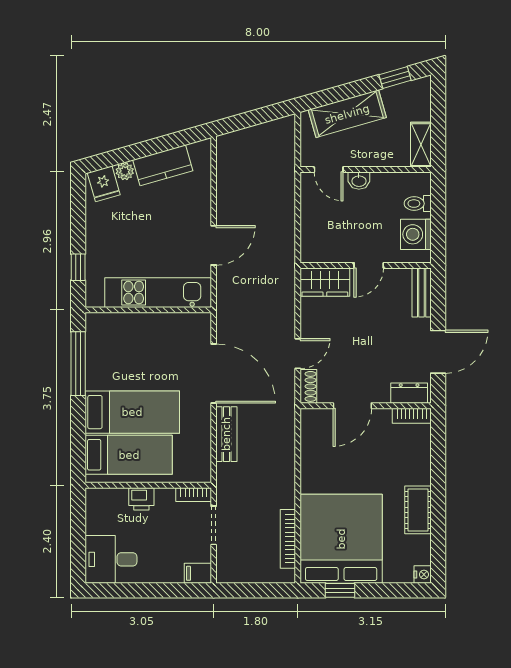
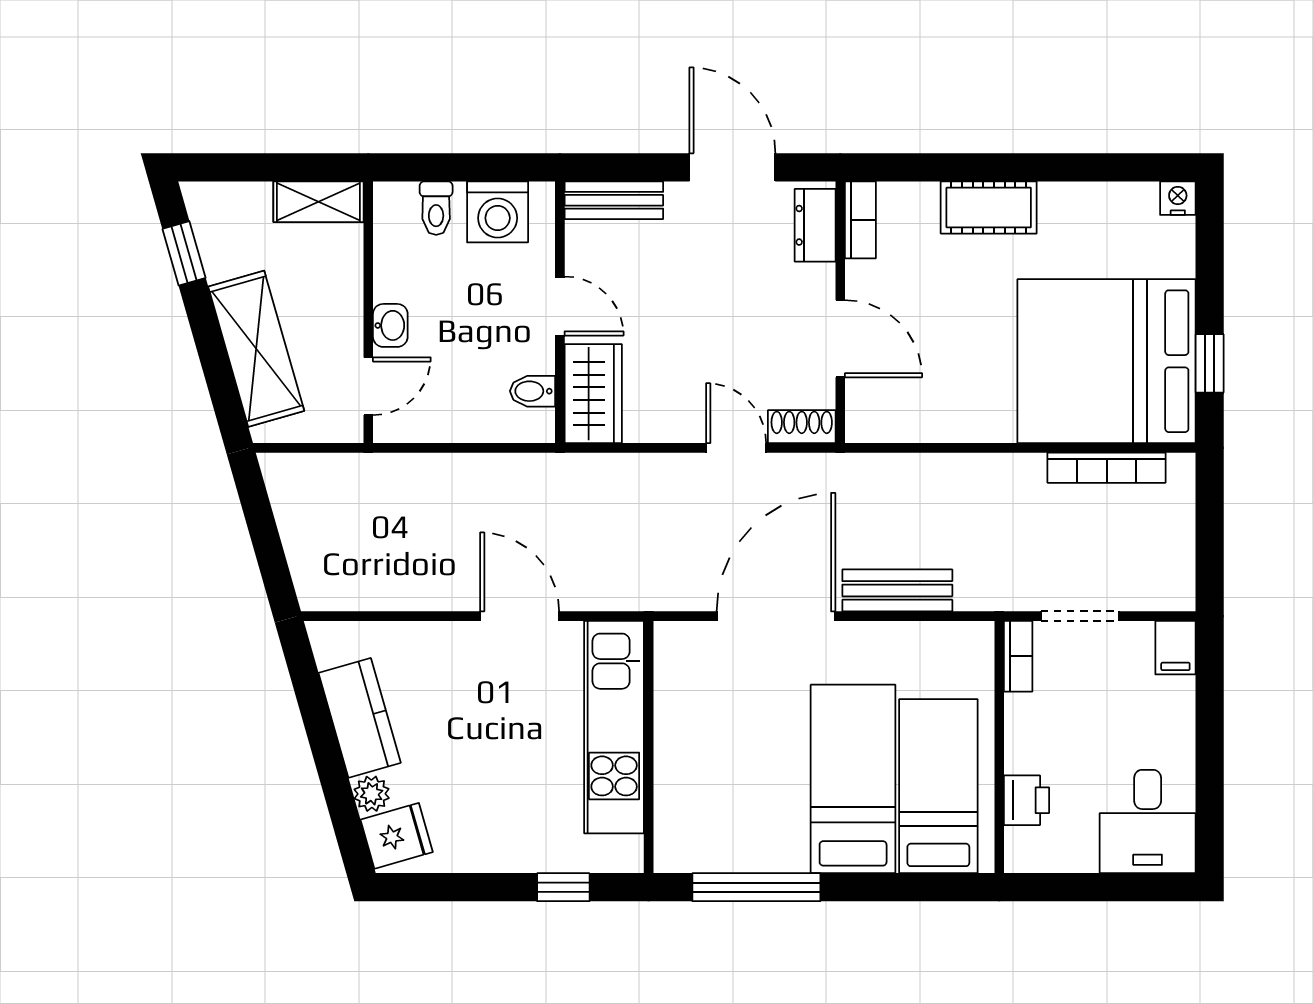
bidet: (326, 252) -> (533, 391), added
printer: (141, 499) -> (1027, 800), moved
cot: (418, 510) -> (989, 207), moved

